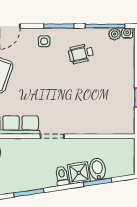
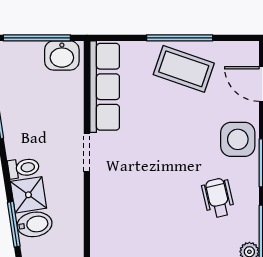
side table: (44, 41) -> (238, 139), width x1.87, depth x1.87

